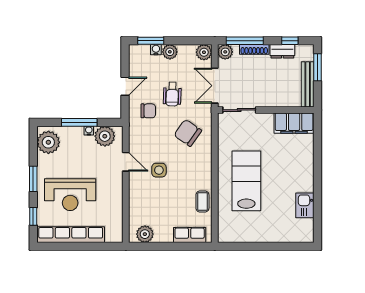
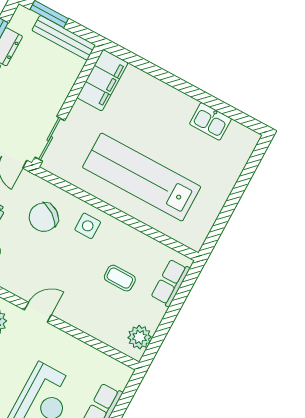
side table: (159, 170) -> (88, 226), moved
lab bench: (246, 181) -> (142, 177), width x1.36
coffee table: (202, 202) -> (120, 278), moved

